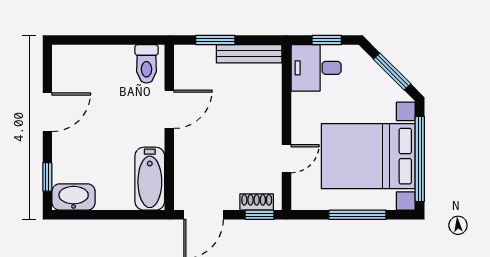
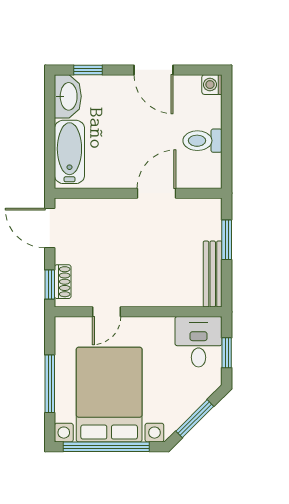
washing machine: (62, 54) -> (212, 85), added
toilet: (146, 64) -> (202, 141), moved
door: (169, 109) -> (157, 193), swing flipped
door: (286, 159) -> (106, 312), hinge flipped
bathtub: (150, 179) -> (69, 152), moved, turned 90

